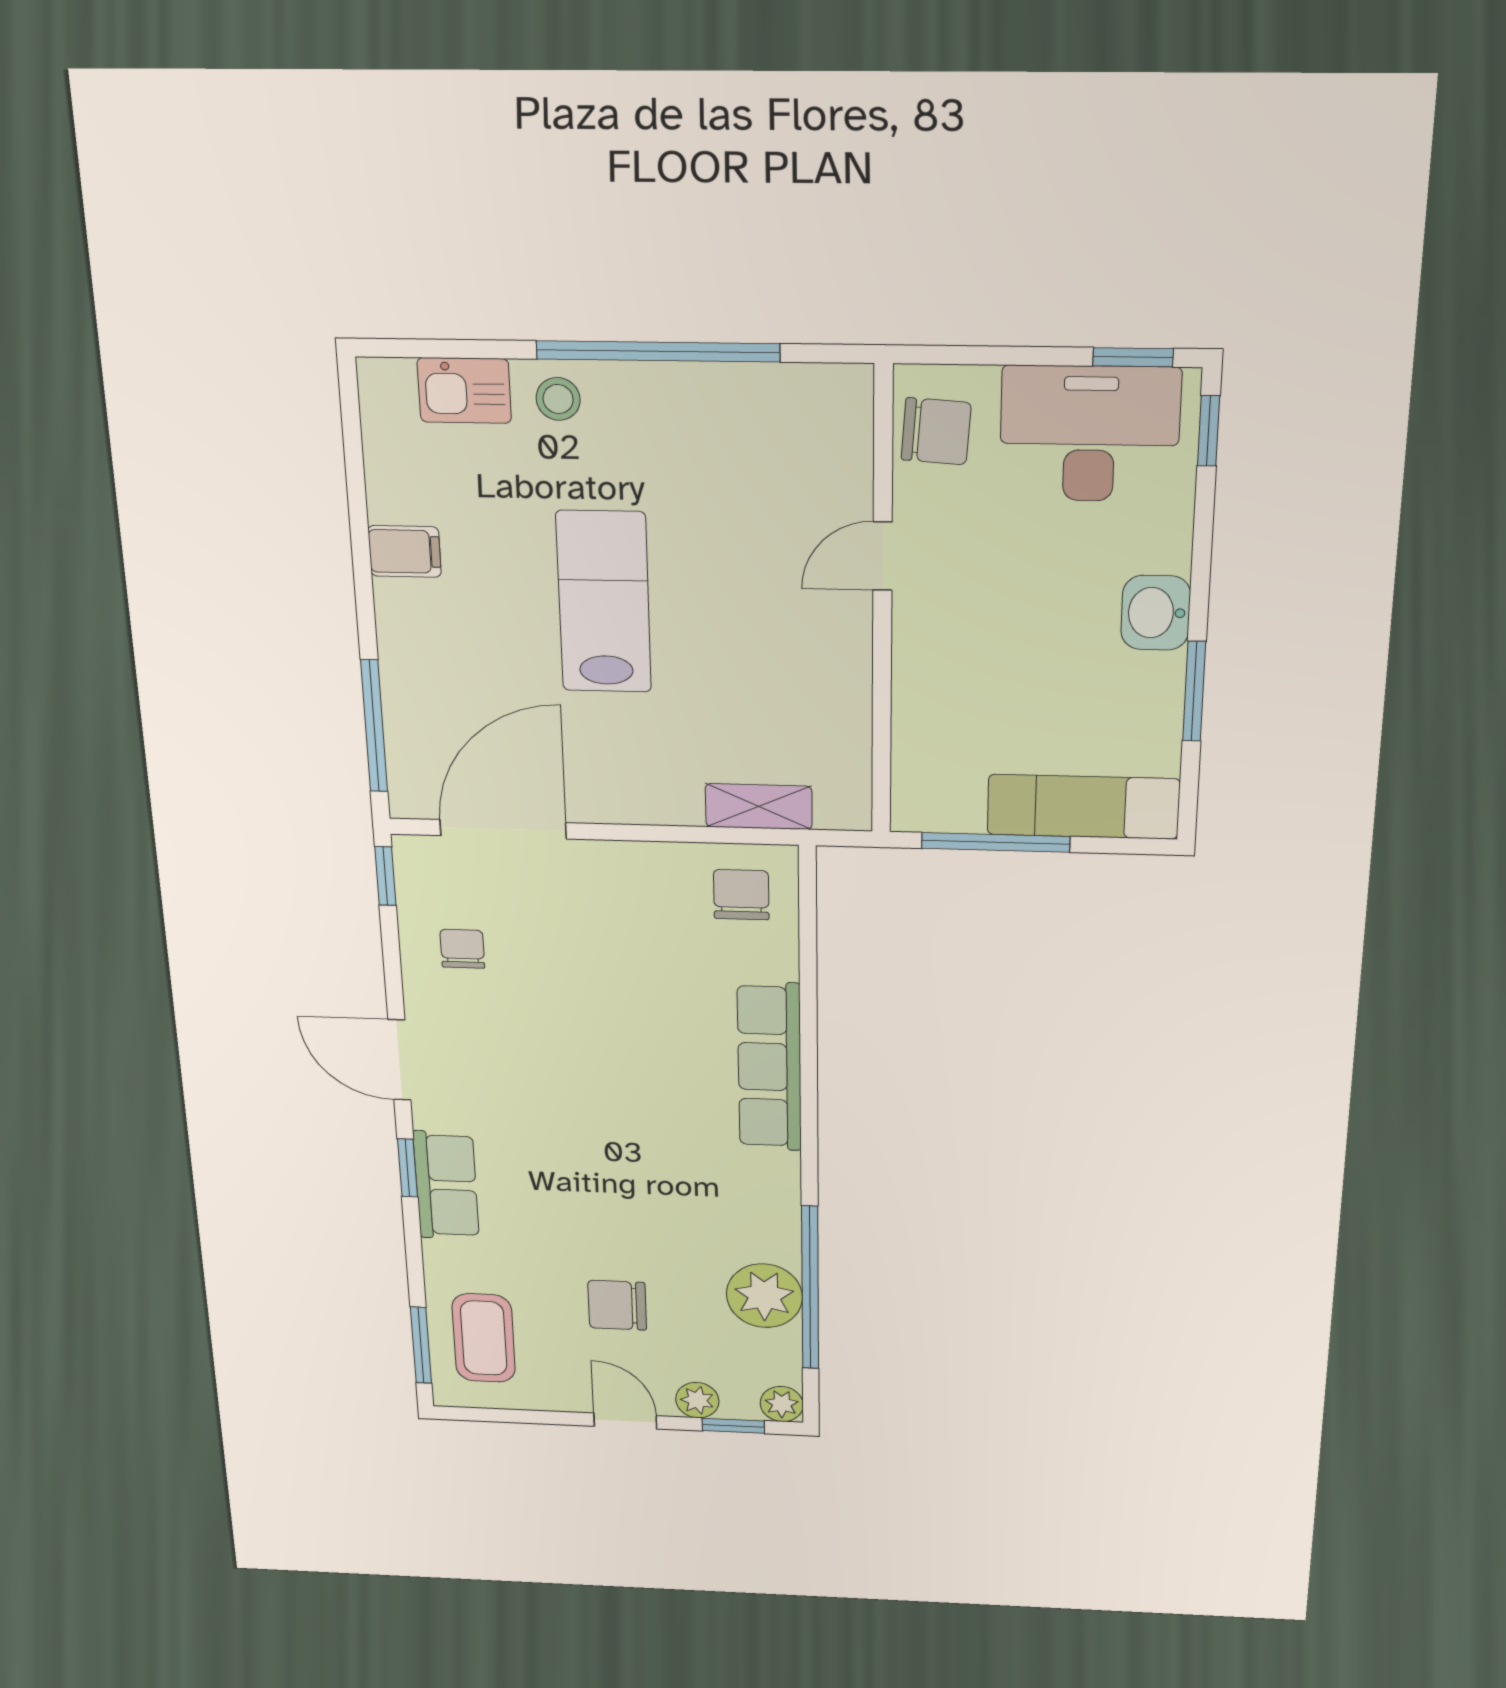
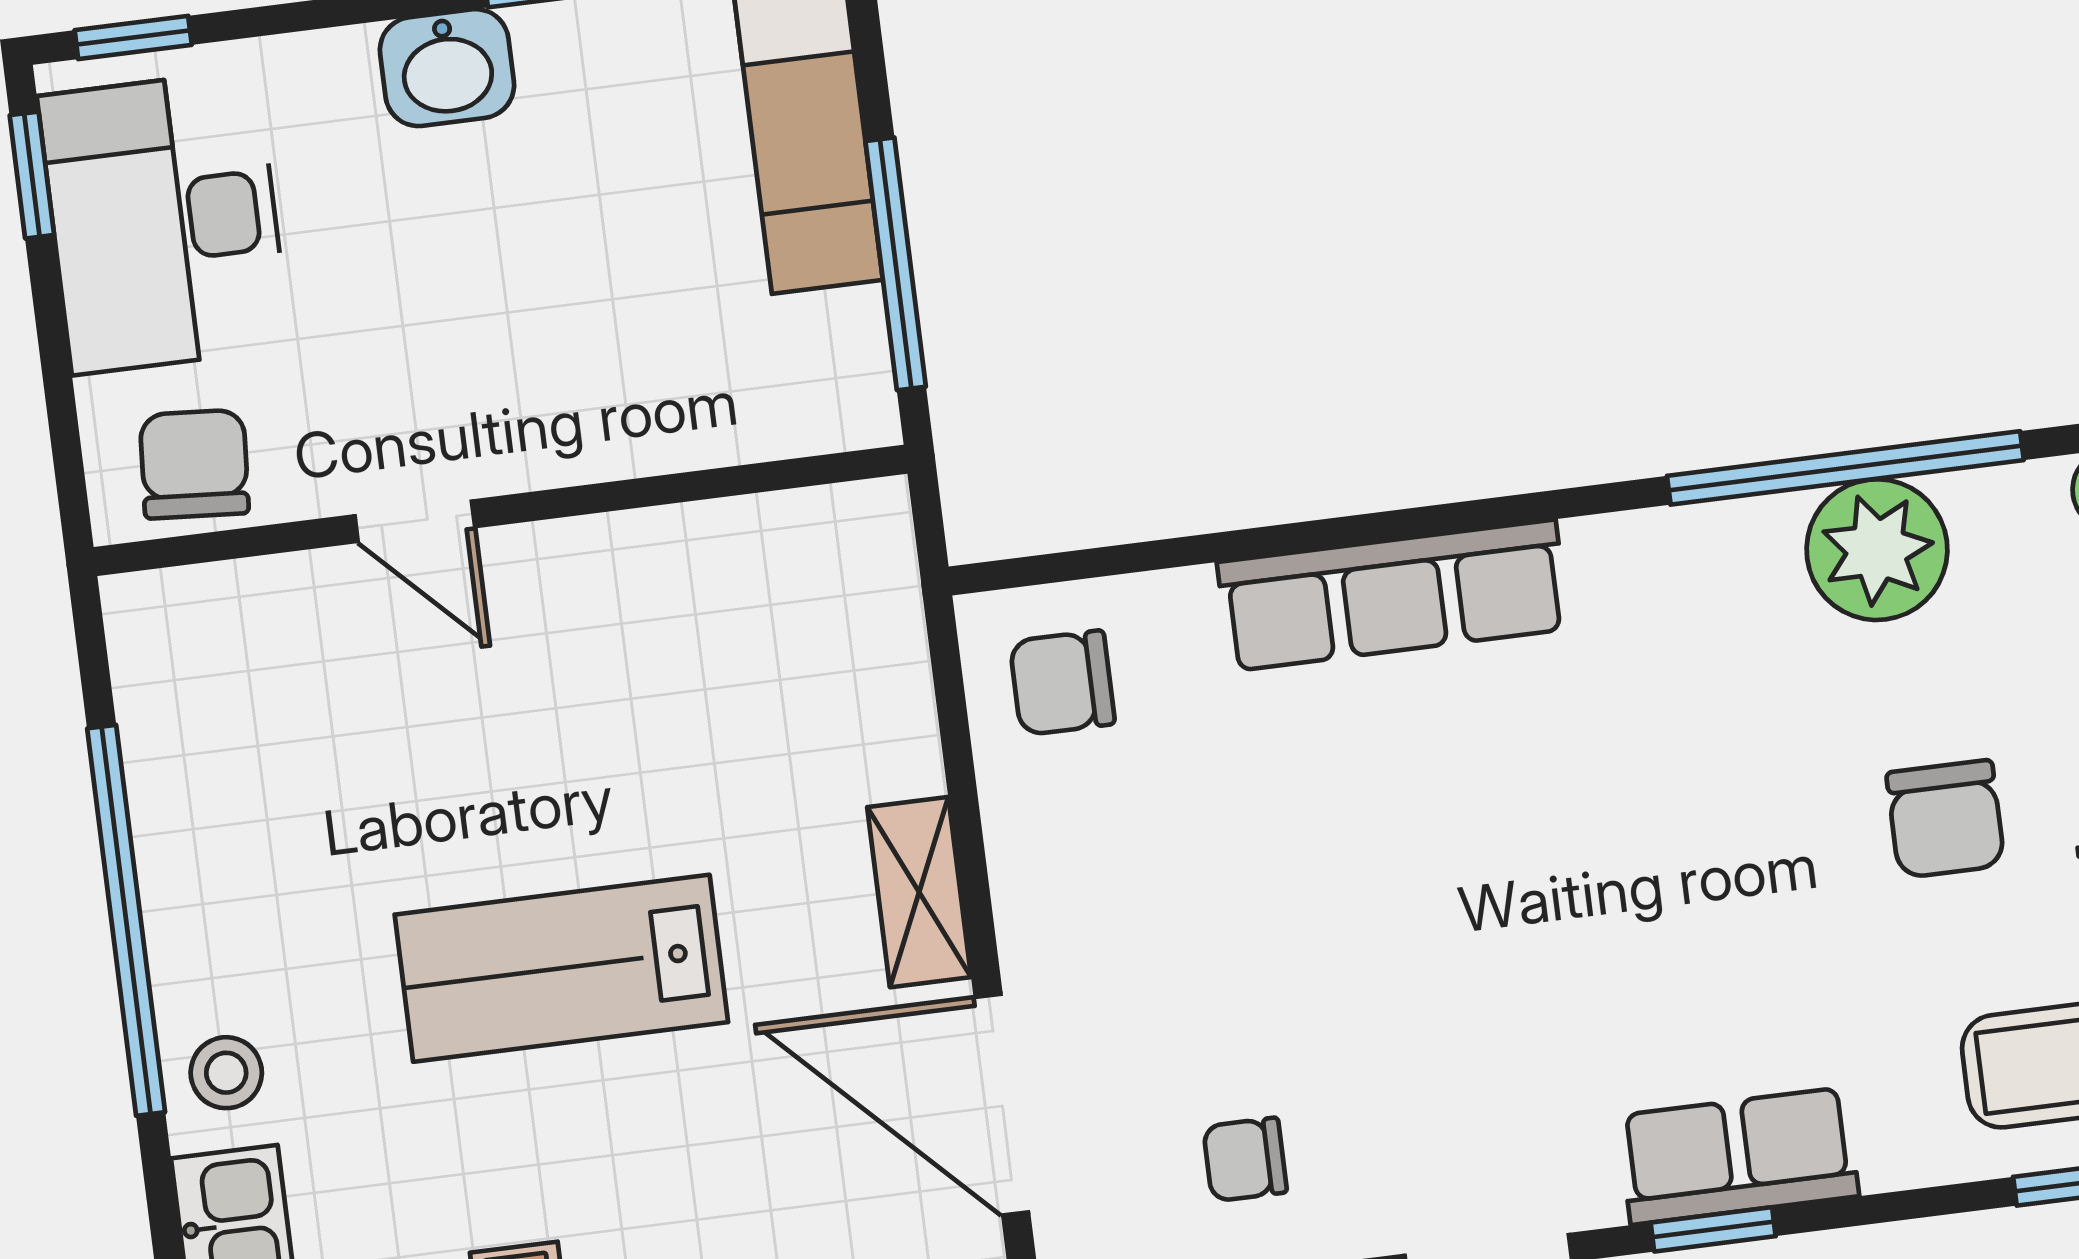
shelving: (759, 807) -> (919, 892), moved

